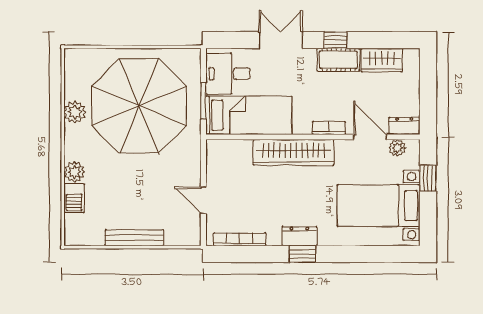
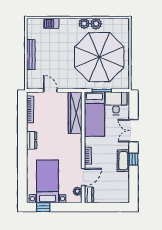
double door: (281, 40) -> (133, 131), swing flipped
wardrobe: (382, 60) -> (123, 183), removed
wardrobe: (294, 152) -> (75, 113), moved
plant: (74, 172) -> (84, 23), moved
window: (428, 178) -> (43, 207), moved
door: (203, 200) -> (50, 90), hinge flipped
window: (302, 254) -> (22, 142), removed

